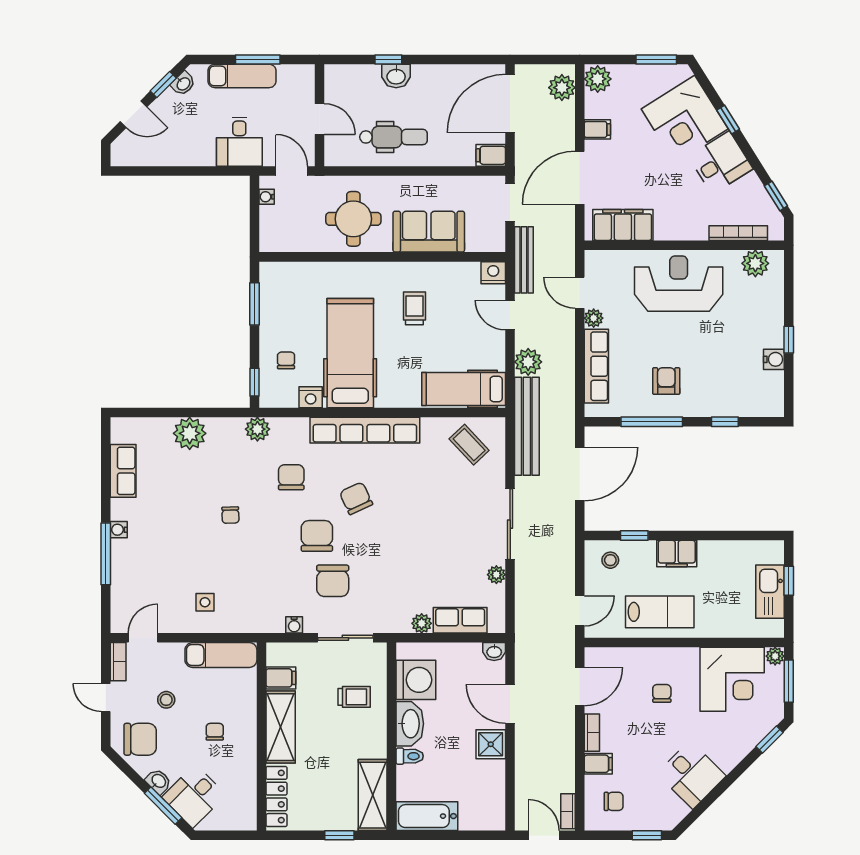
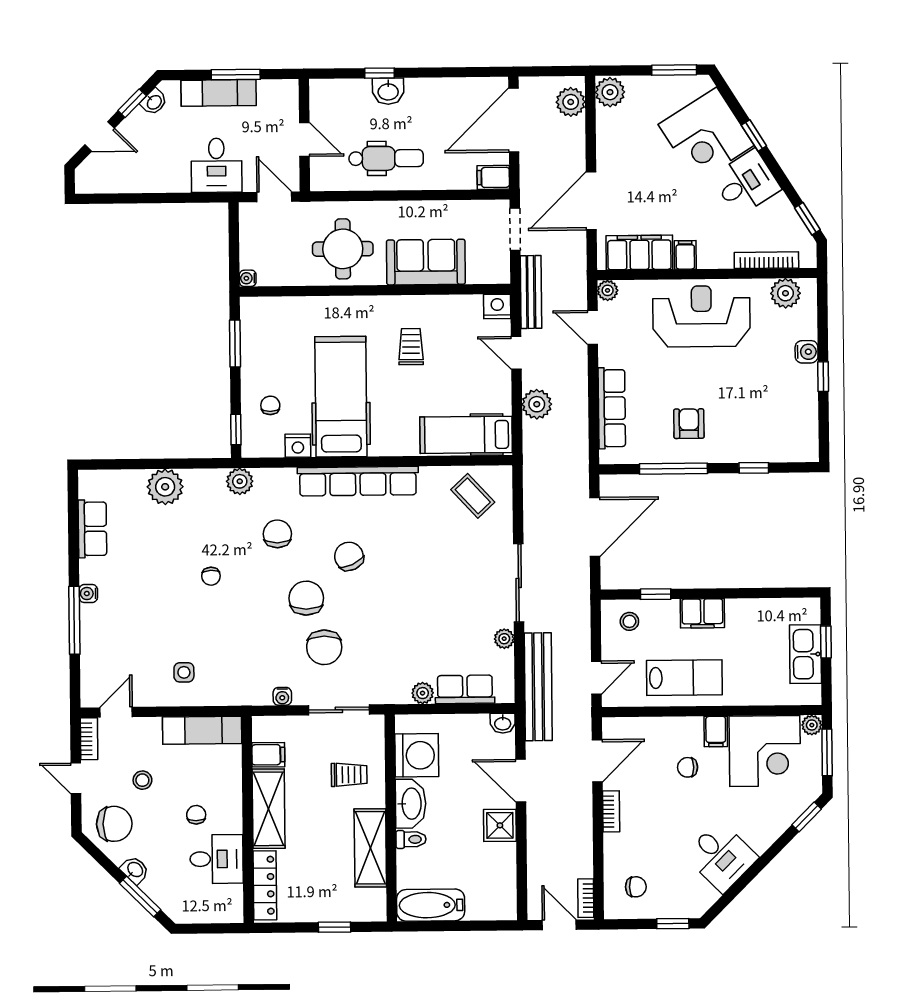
filing cabinet: (597, 129) -> (685, 255), moved, turned -90
water cooler: (267, 197) -> (248, 278), moved
plant: (594, 318) -> (608, 290), moved
water cooler: (774, 359) -> (807, 352), moved
bench: (527, 426) -> (538, 687), moved
chair: (662, 693) -> (688, 767), turned -90
filing cabinet: (598, 764) -> (716, 731), moved, turned 90
shelving: (373, 795) -> (370, 848), moved
desk: (194, 796) -> (217, 859), moved, turned -135

